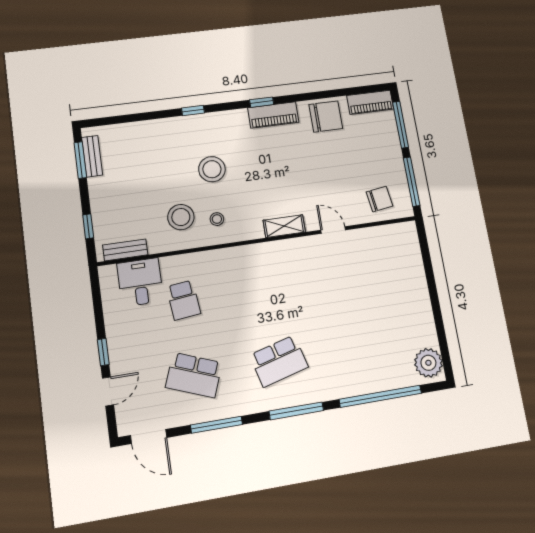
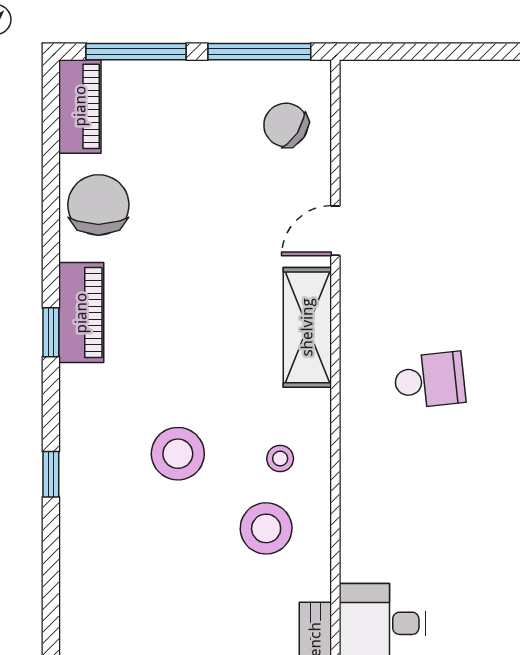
chair: (379, 199) -> (286, 125), turned -49
shelving: (284, 226) -> (307, 327), width x1.50, depth x1.33
school desk: (184, 300) -> (429, 380), moved

